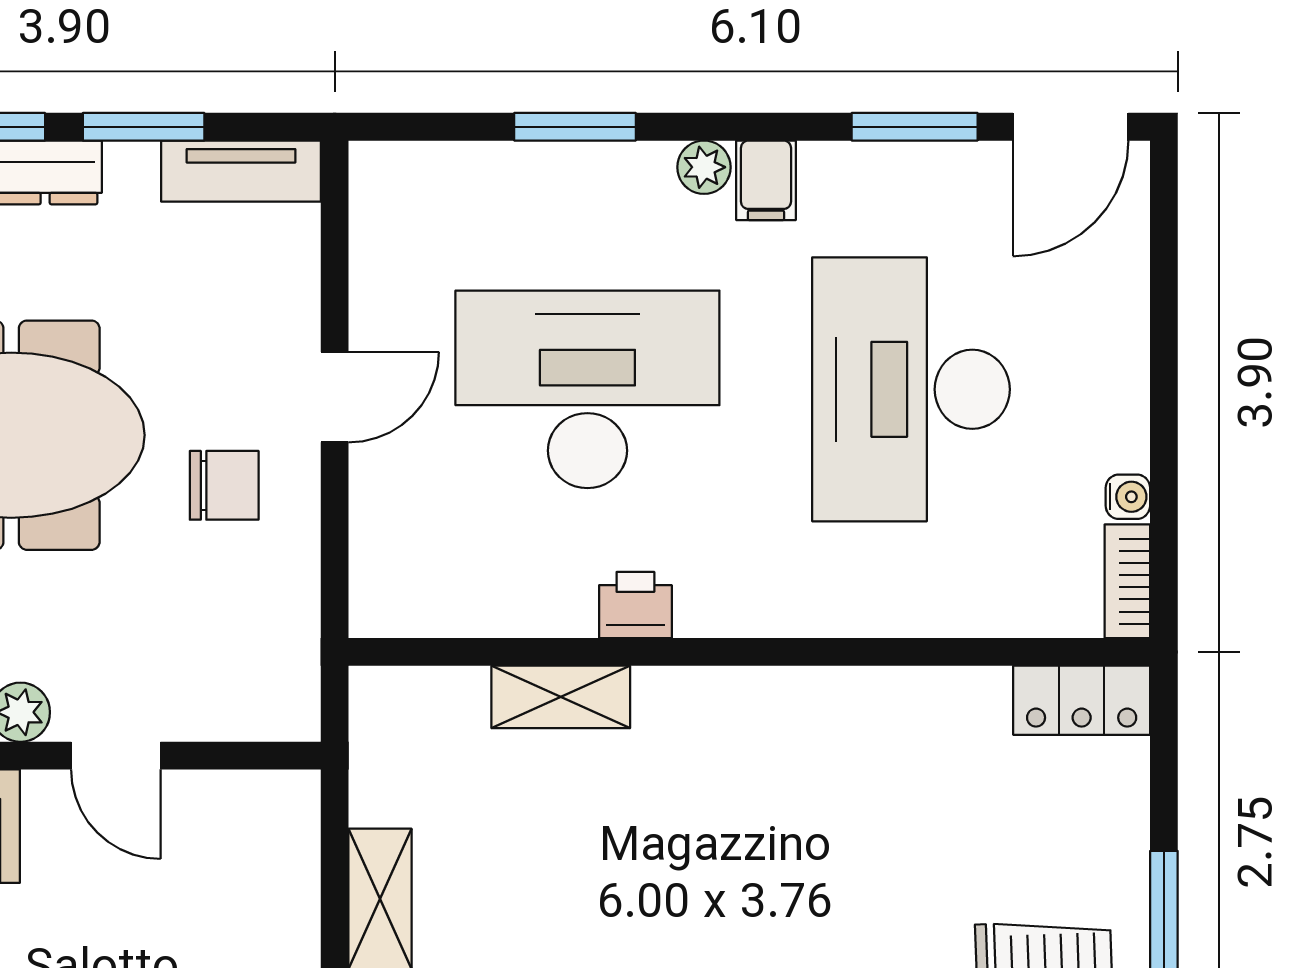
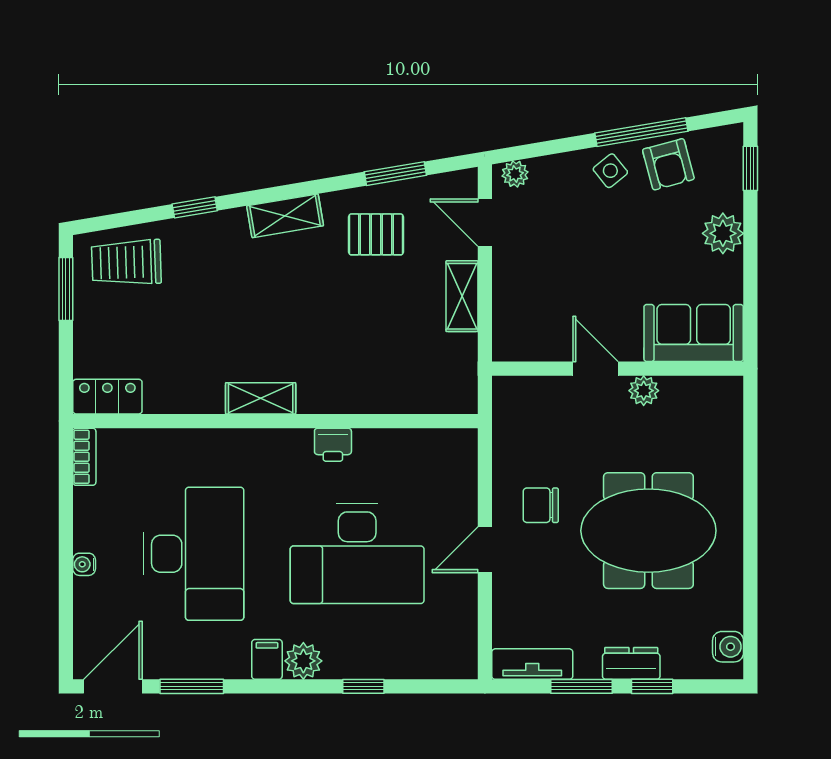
window: (575, 127) -> (363, 686), width x0.67
plant: (704, 167) -> (303, 661), width x1.38, depth x1.38
water cooler: (1128, 497) -> (84, 564), moved
shelving: (561, 697) -> (261, 398), moved

